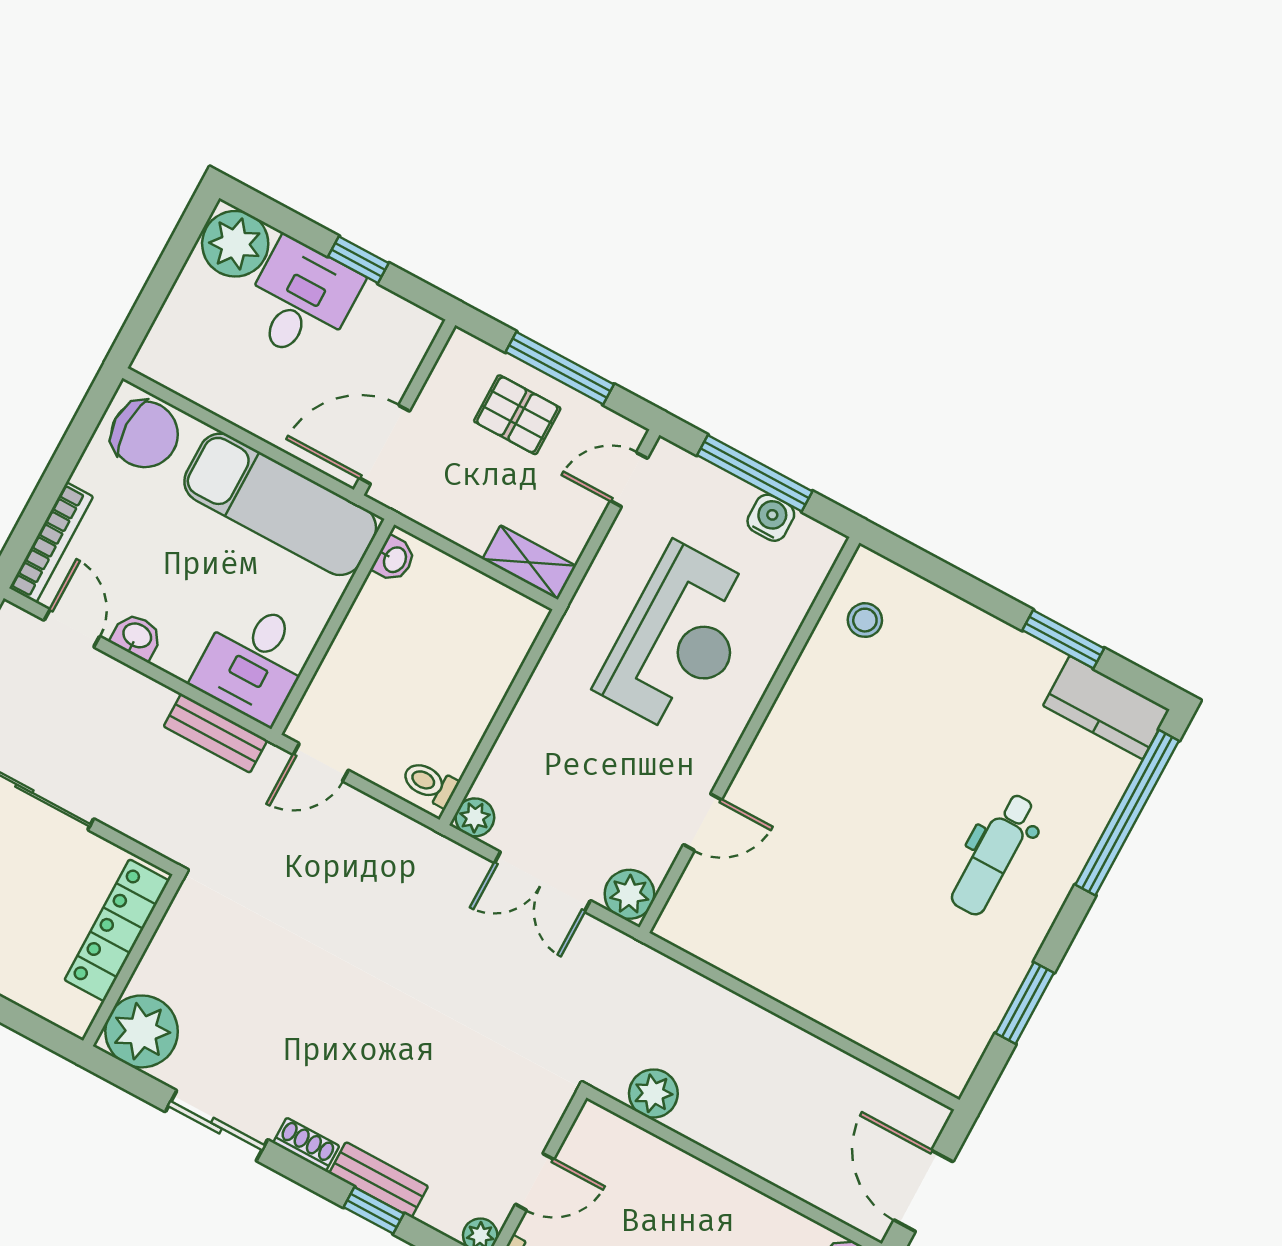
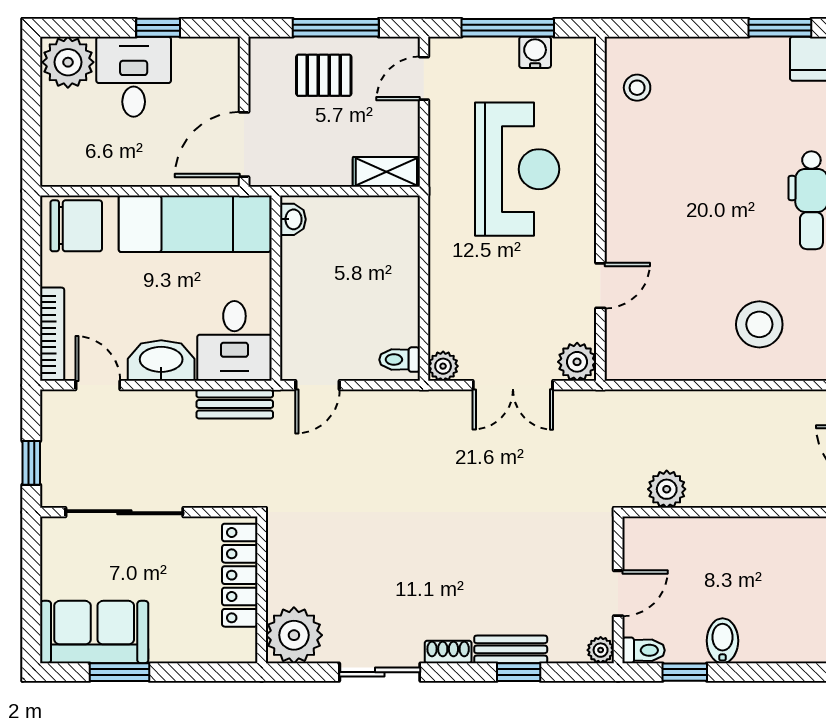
washbasin: (137, 636) -> (161, 361), width x1.91, depth x1.45
stool: (859, 963) -> (759, 324), added

